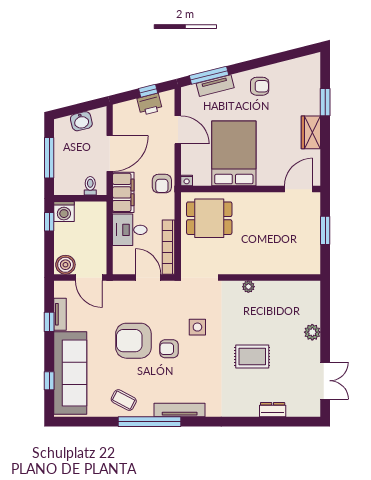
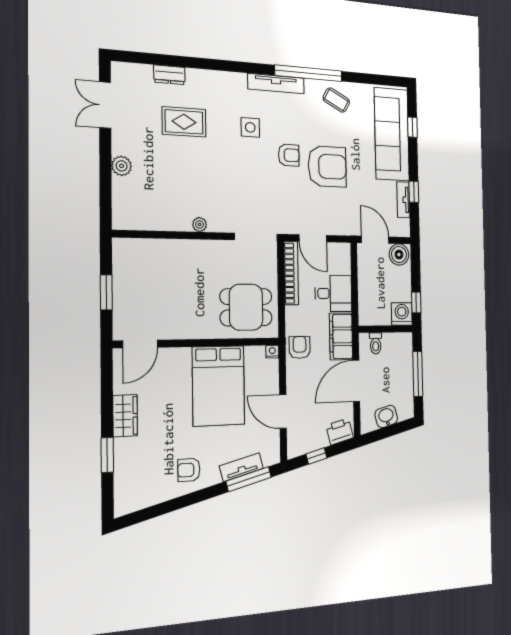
printer: (150, 104) -> (340, 432), moved
side table: (197, 327) -> (250, 127), moved
rug: (252, 357) -> (184, 122), moved

